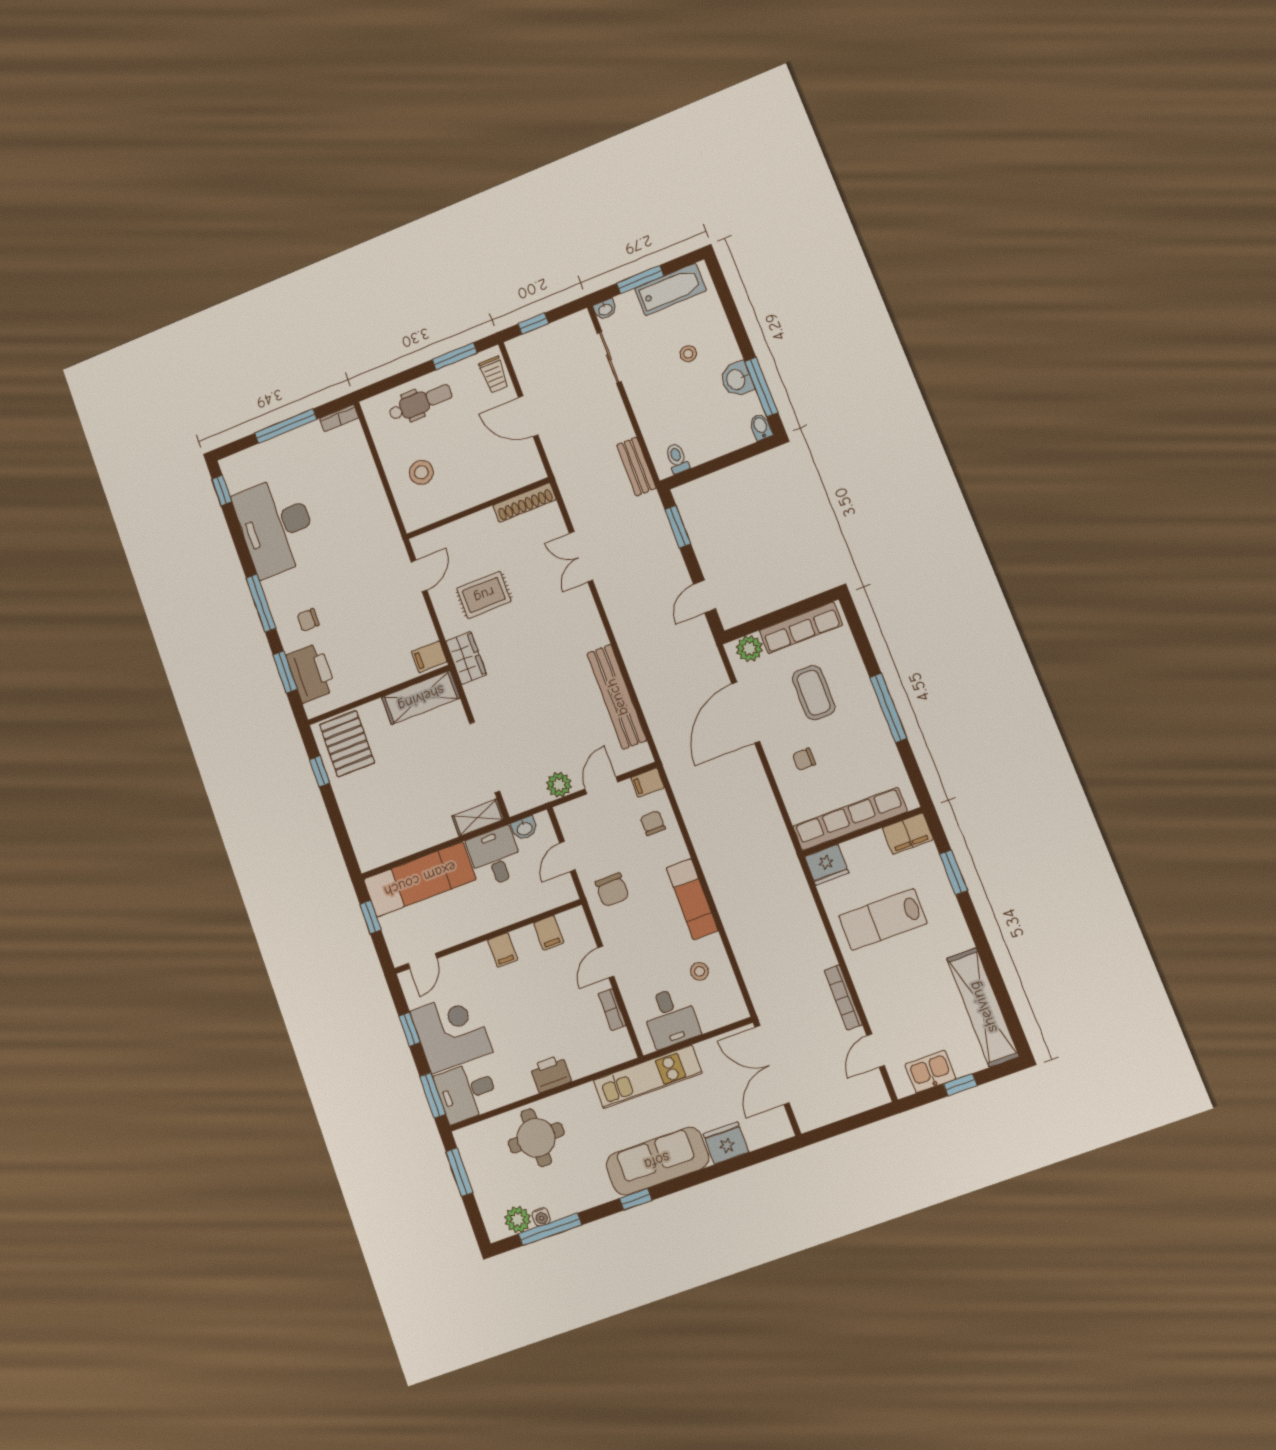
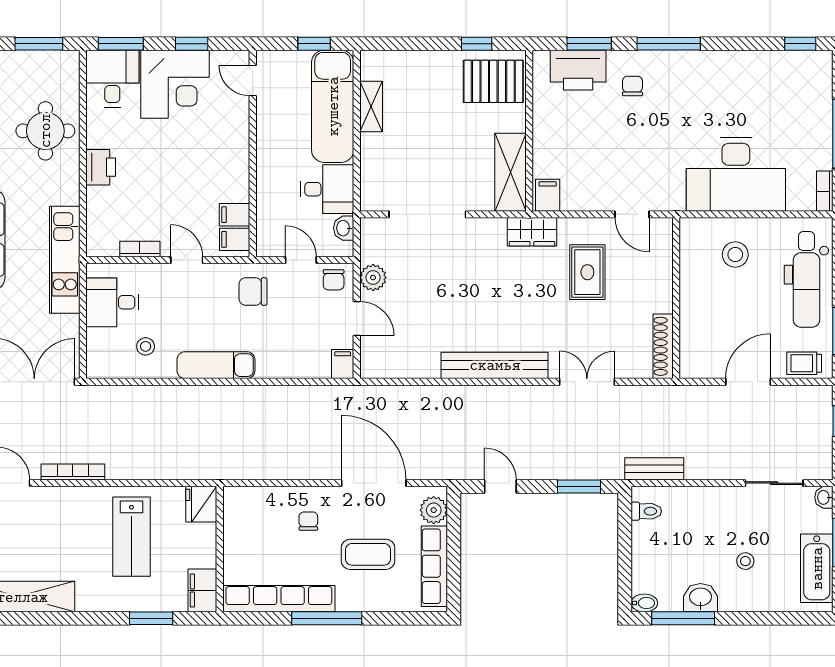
dental chair: (420, 403) -> (806, 279), width x1.36, depth x1.38
desk: (276, 526) -> (736, 174), moved, turned 180
bench: (617, 697) -> (495, 365), moved
shelving: (478, 818) -> (371, 106), moved
row of seats: (850, 819) -> (279, 599), moved, turned -90
chair: (653, 823) -> (334, 280), moved, turned 90
lab bench: (883, 919) -> (131, 537), turned 180
filing cabinet: (503, 950) -> (235, 239), moved

